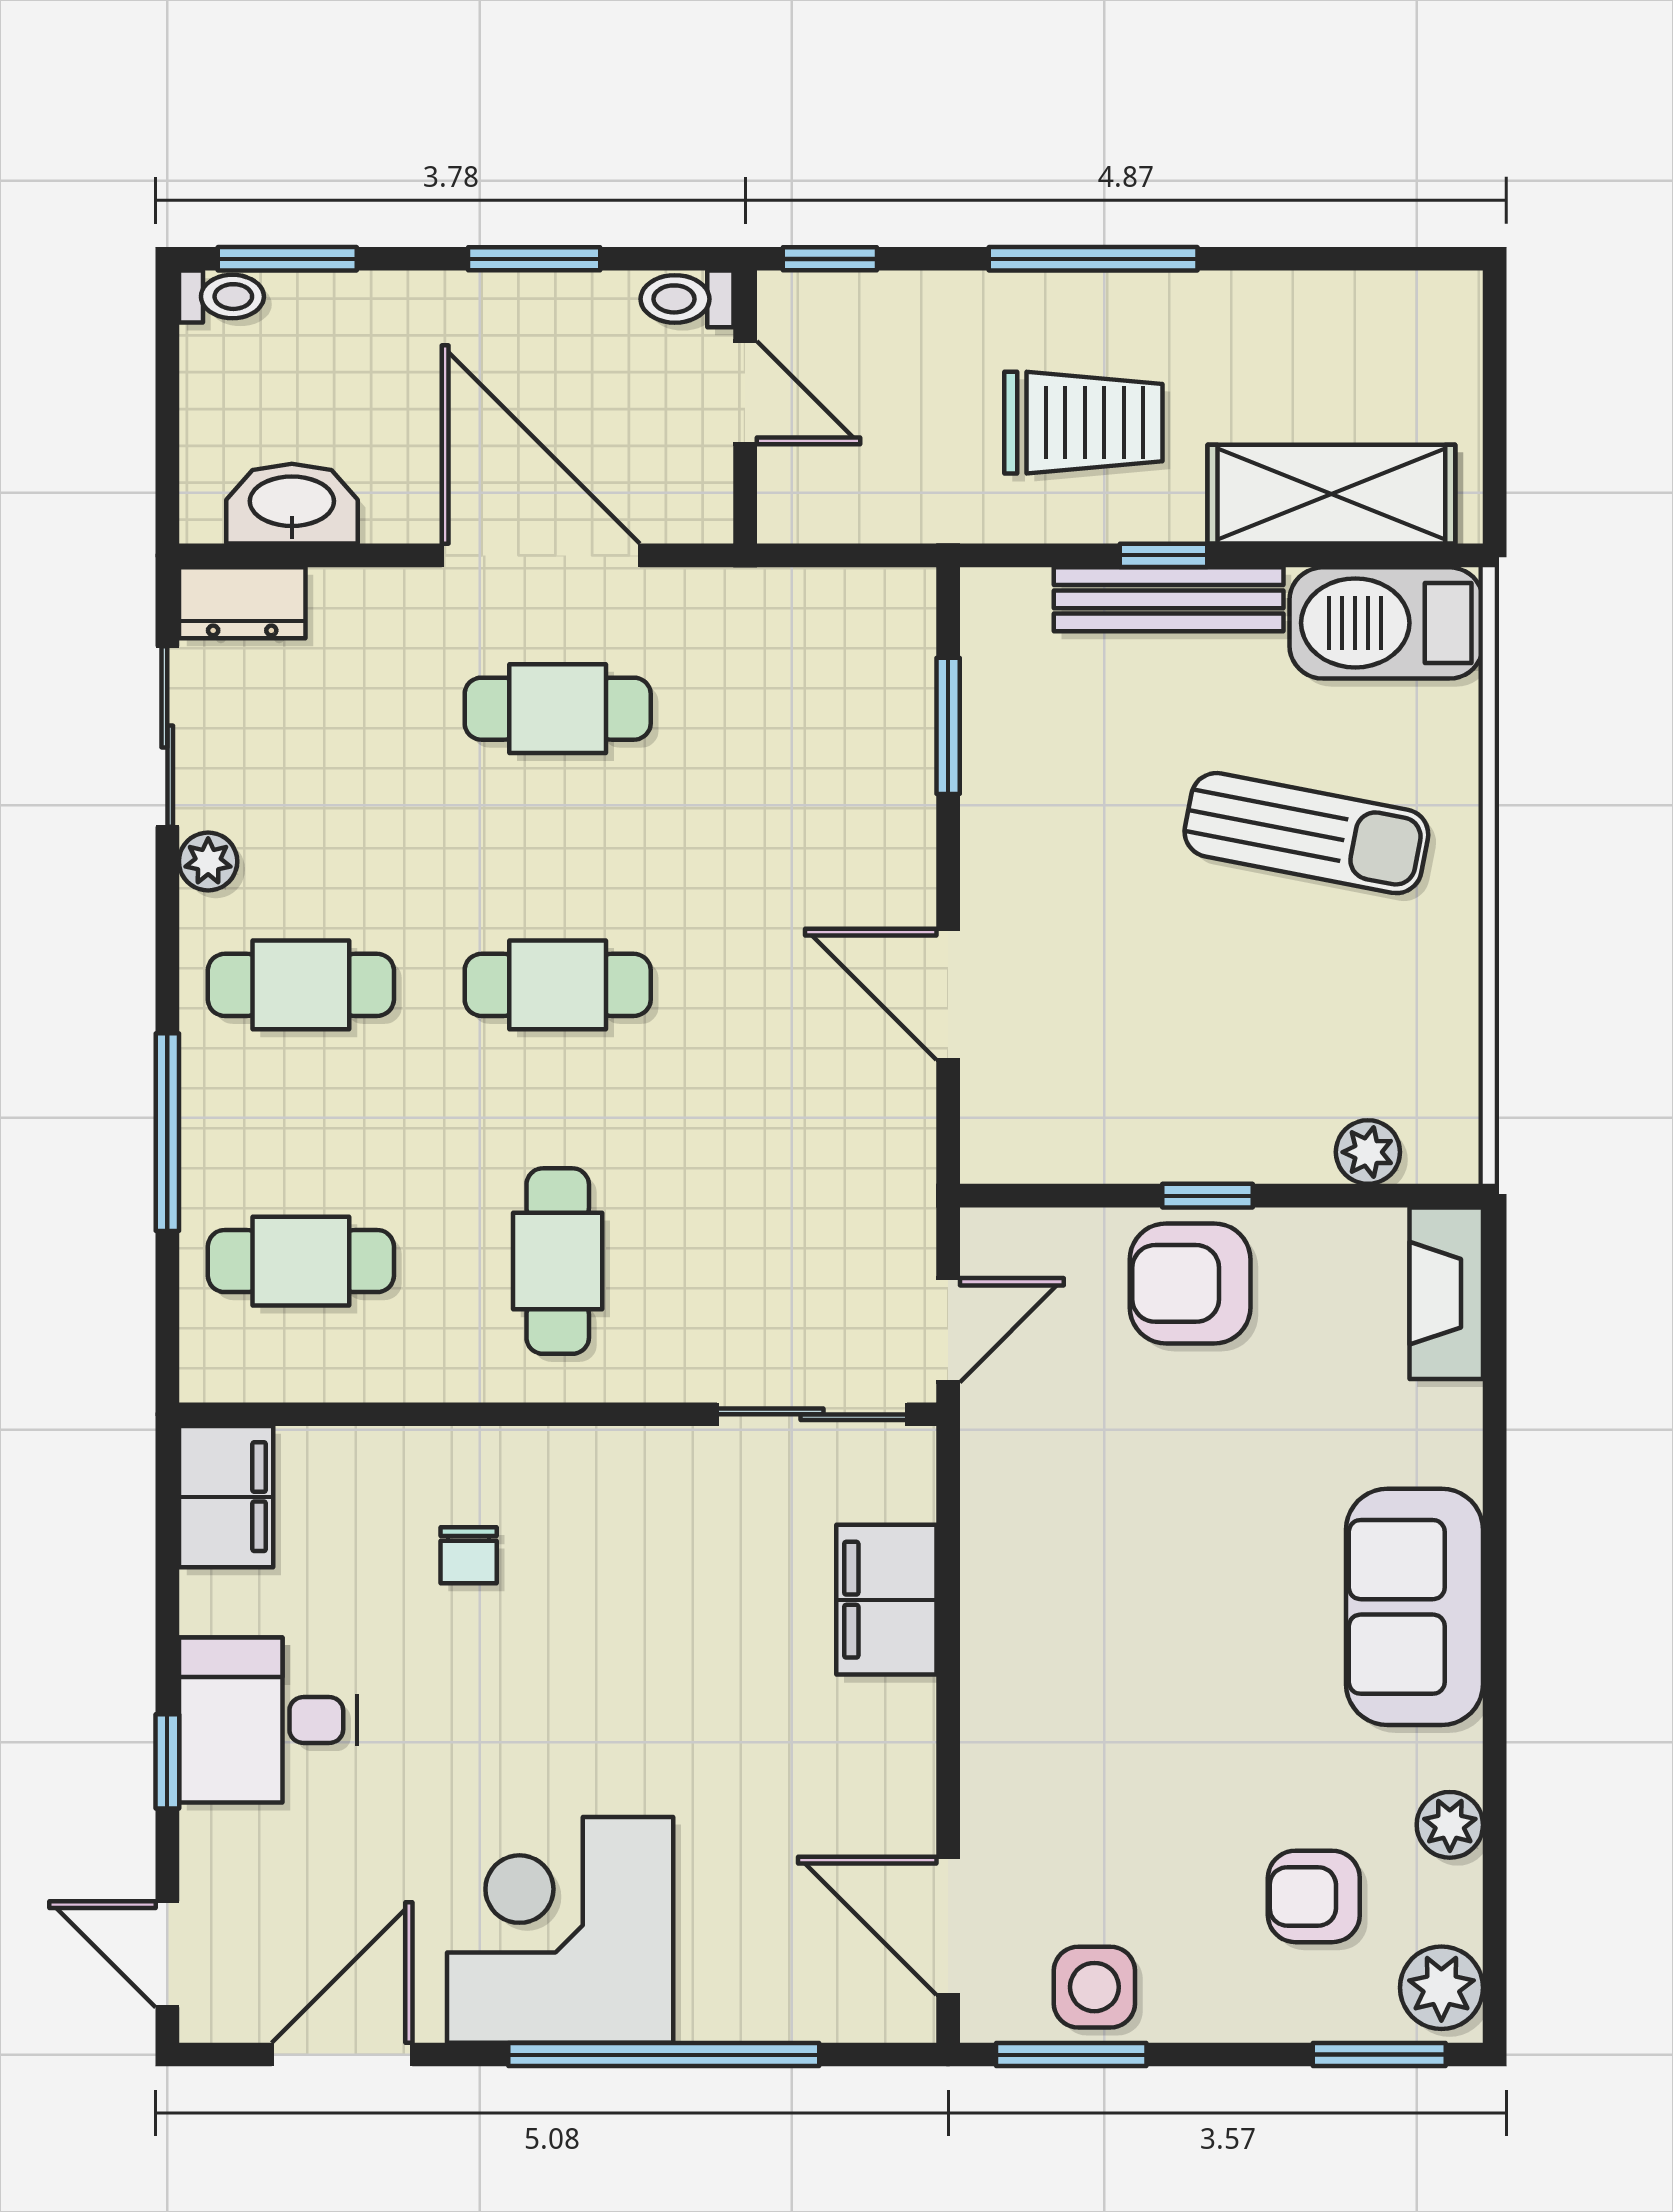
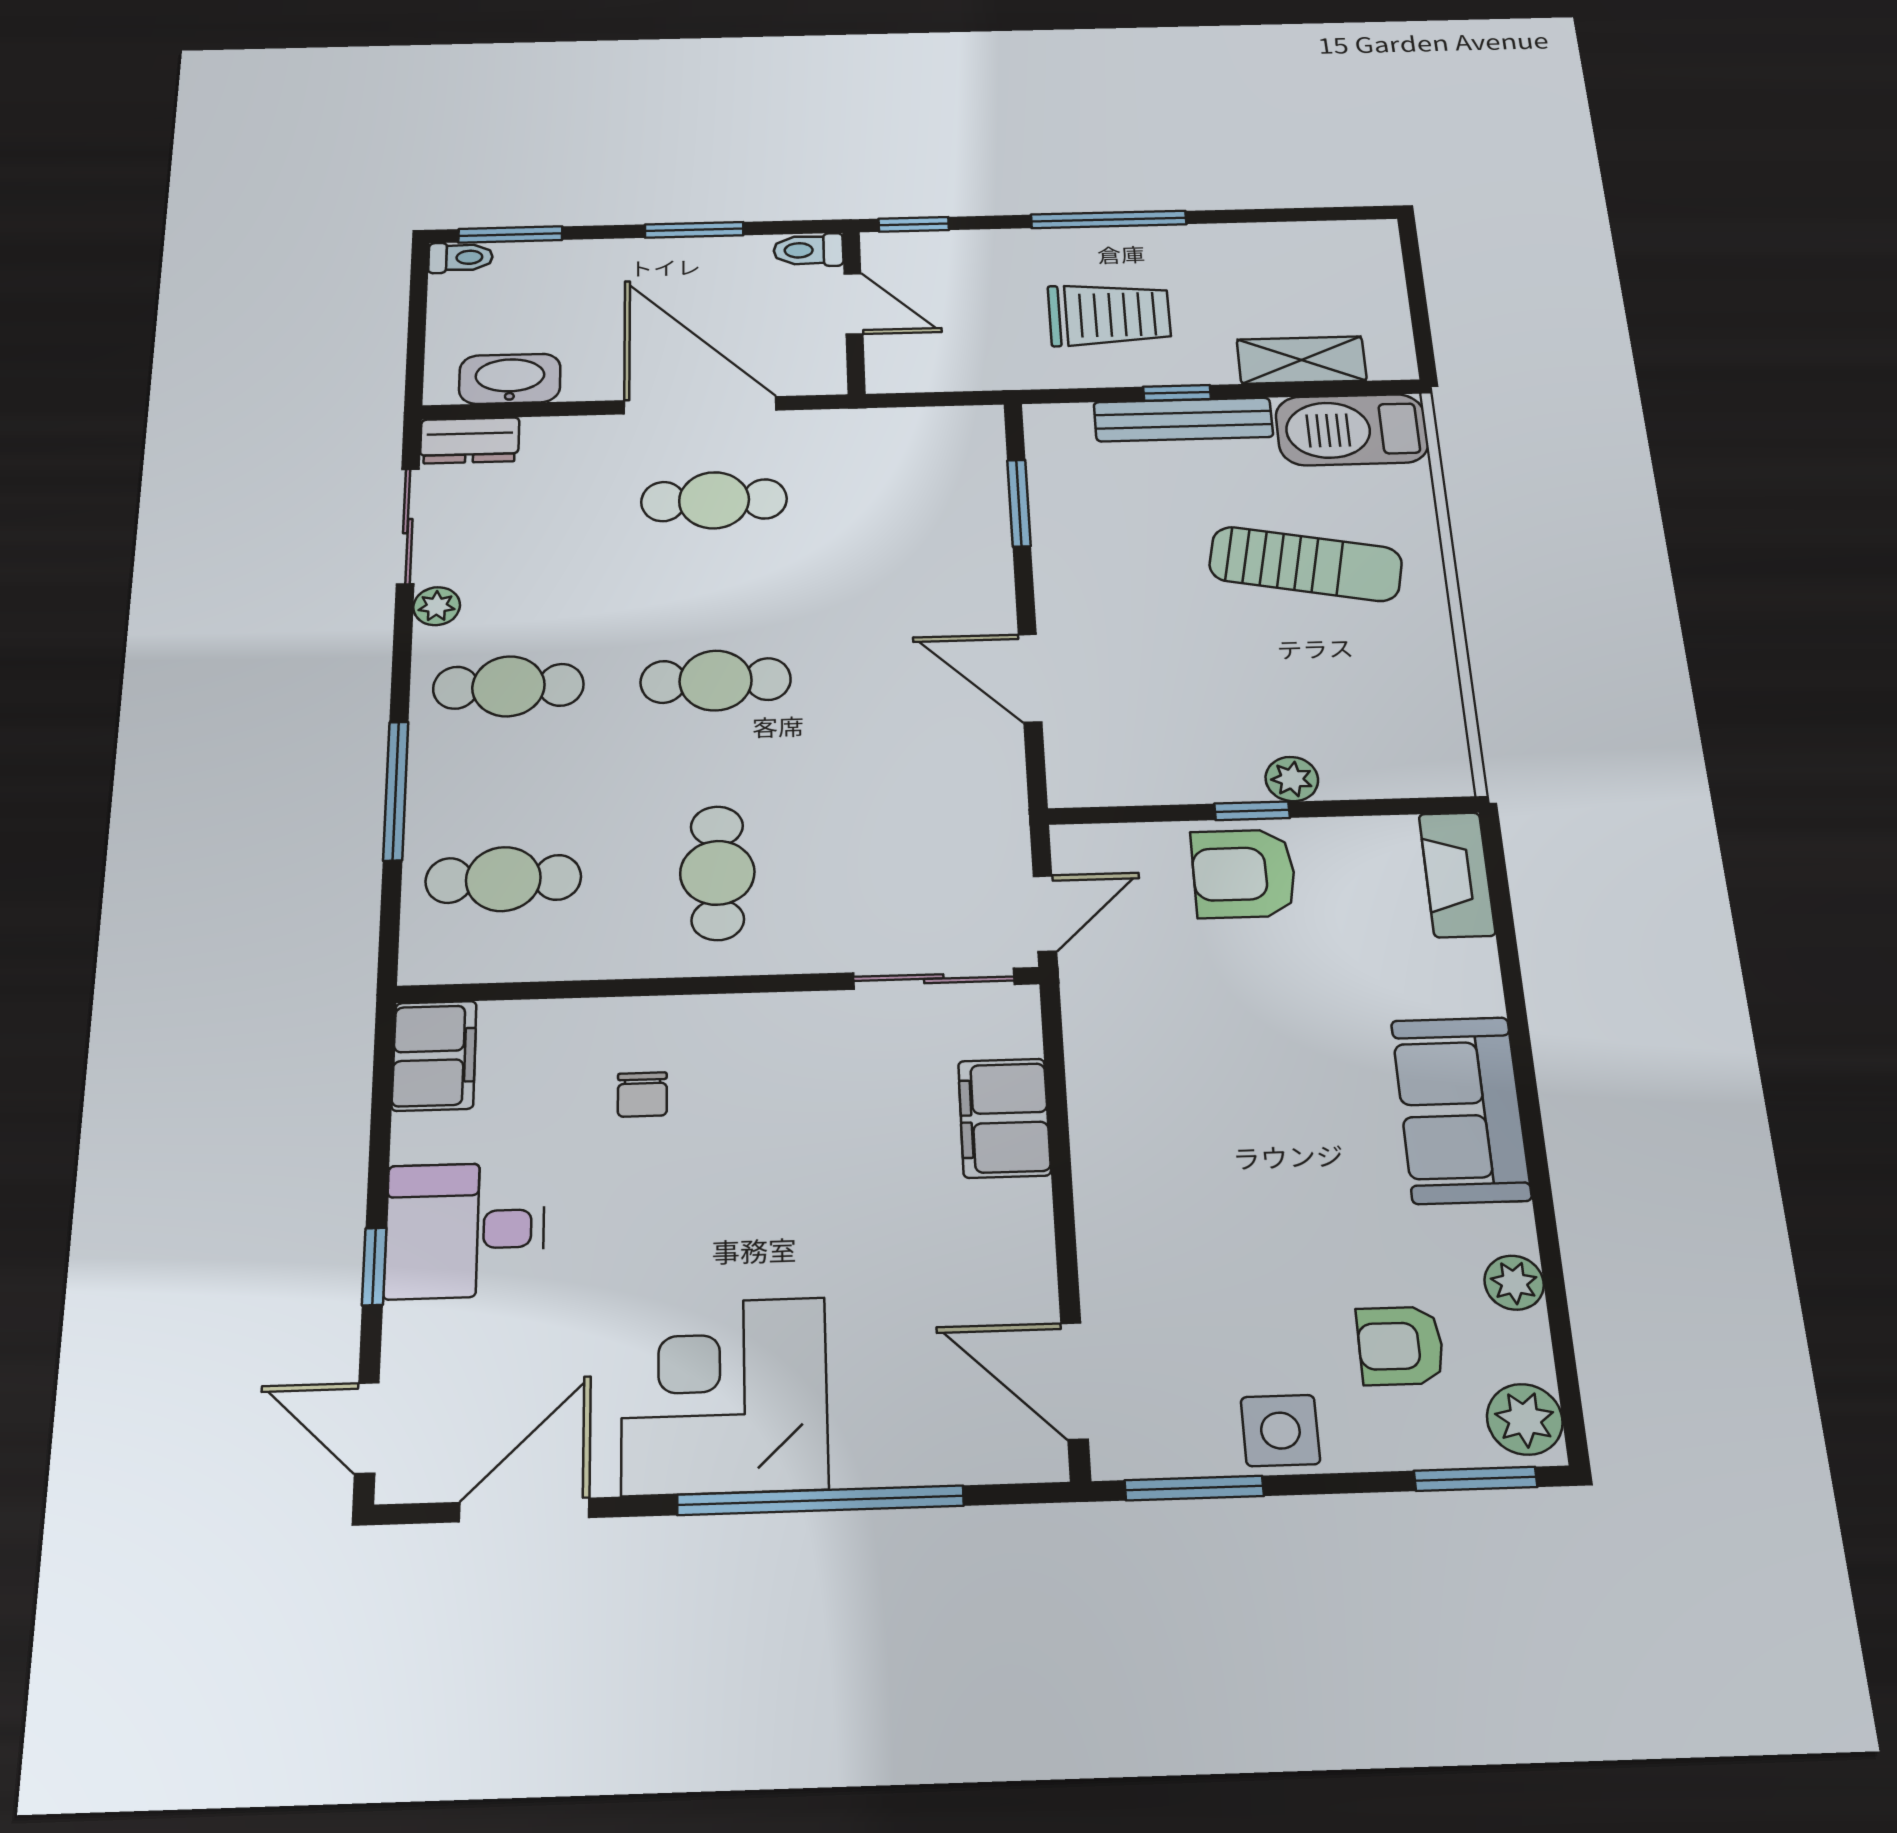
shelving: (1331, 494) -> (1302, 360), width x0.67, depth x0.75
plant: (1368, 1152) -> (1292, 779), moved
side table: (1094, 1987) -> (1280, 1431), moved

